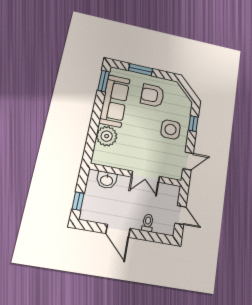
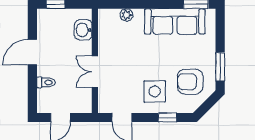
window: (141, 70) -> (220, 67), moved
armchair: (152, 95) -> (190, 82), moved, turned -90
plant: (107, 136) -> (126, 15), width x0.53, depth x0.53

